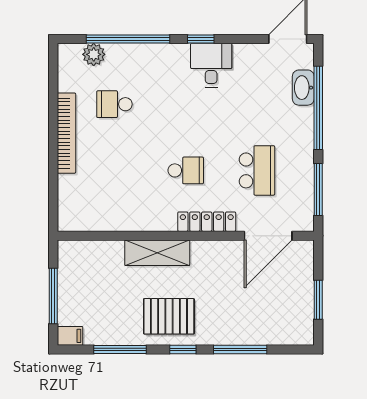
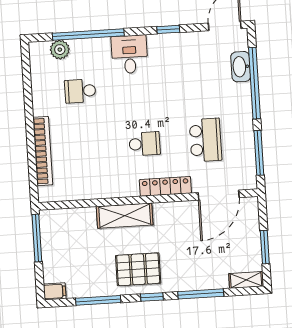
window: (201, 39) -> (168, 29), moved
desk: (211, 65) -> (130, 54), moved
bookcase: (66, 133) -> (43, 151), moved
window: (53, 296) -> (37, 238), moved
shelving: (294, 337) -> (246, 280), added

